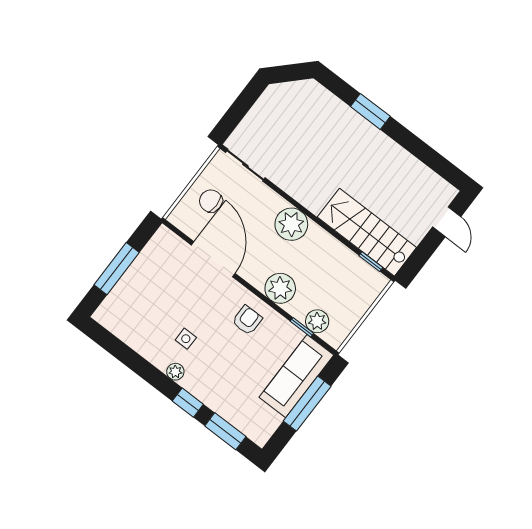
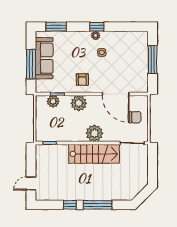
window: (370, 111) -> (98, 205), width x1.44
window: (413, 144) -> (70, 205), added
door: (447, 222) -> (31, 183), hinge flipped
stairs: (367, 232) -> (94, 154), moved
sofa: (296, 376) -> (44, 58), moved
window: (188, 403) -> (97, 27), moved

